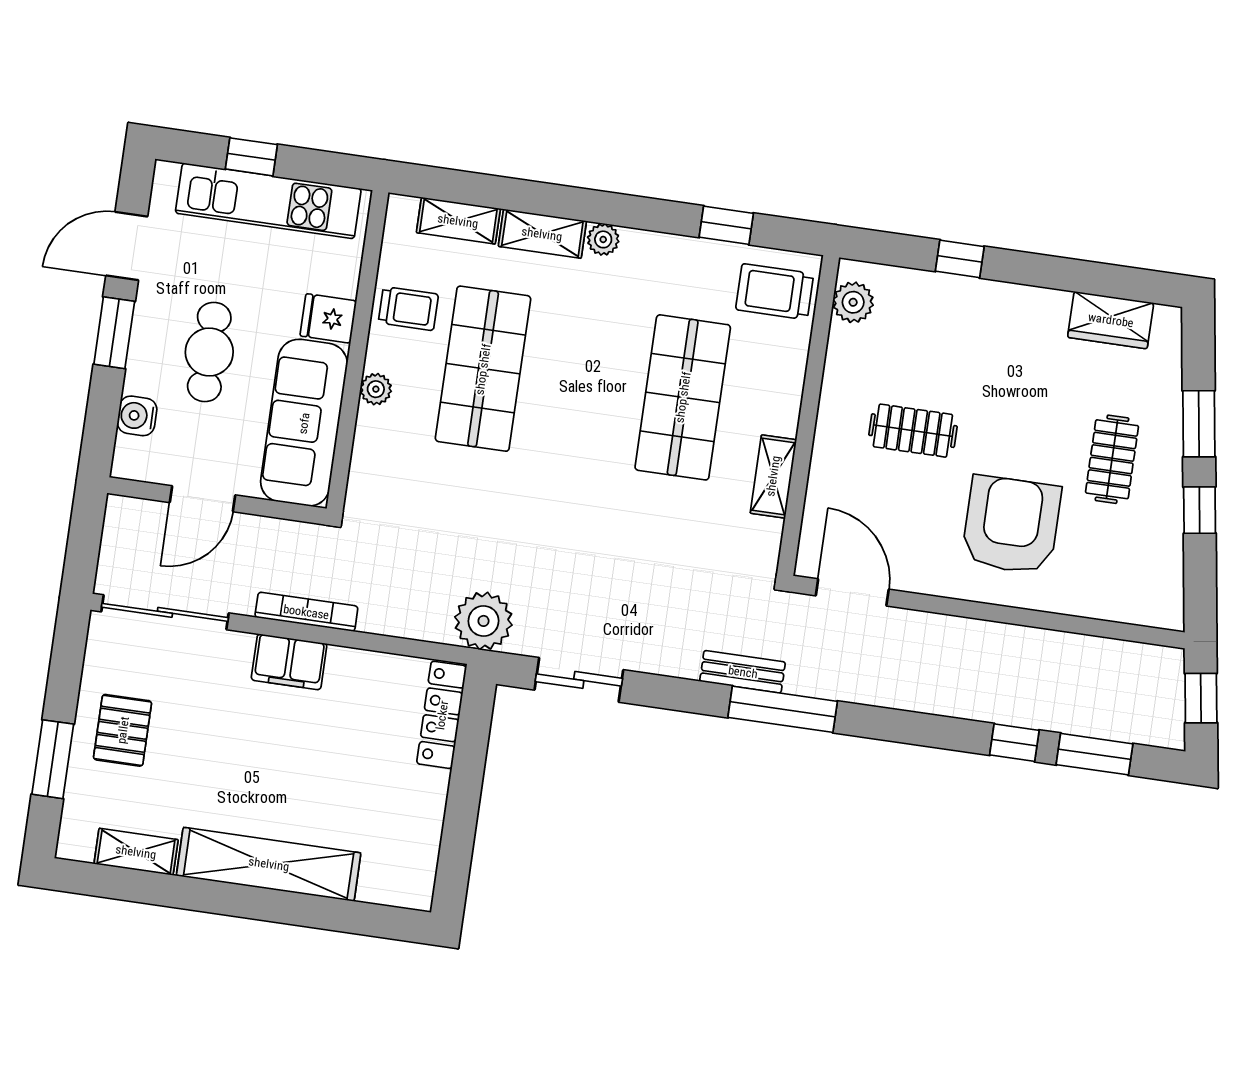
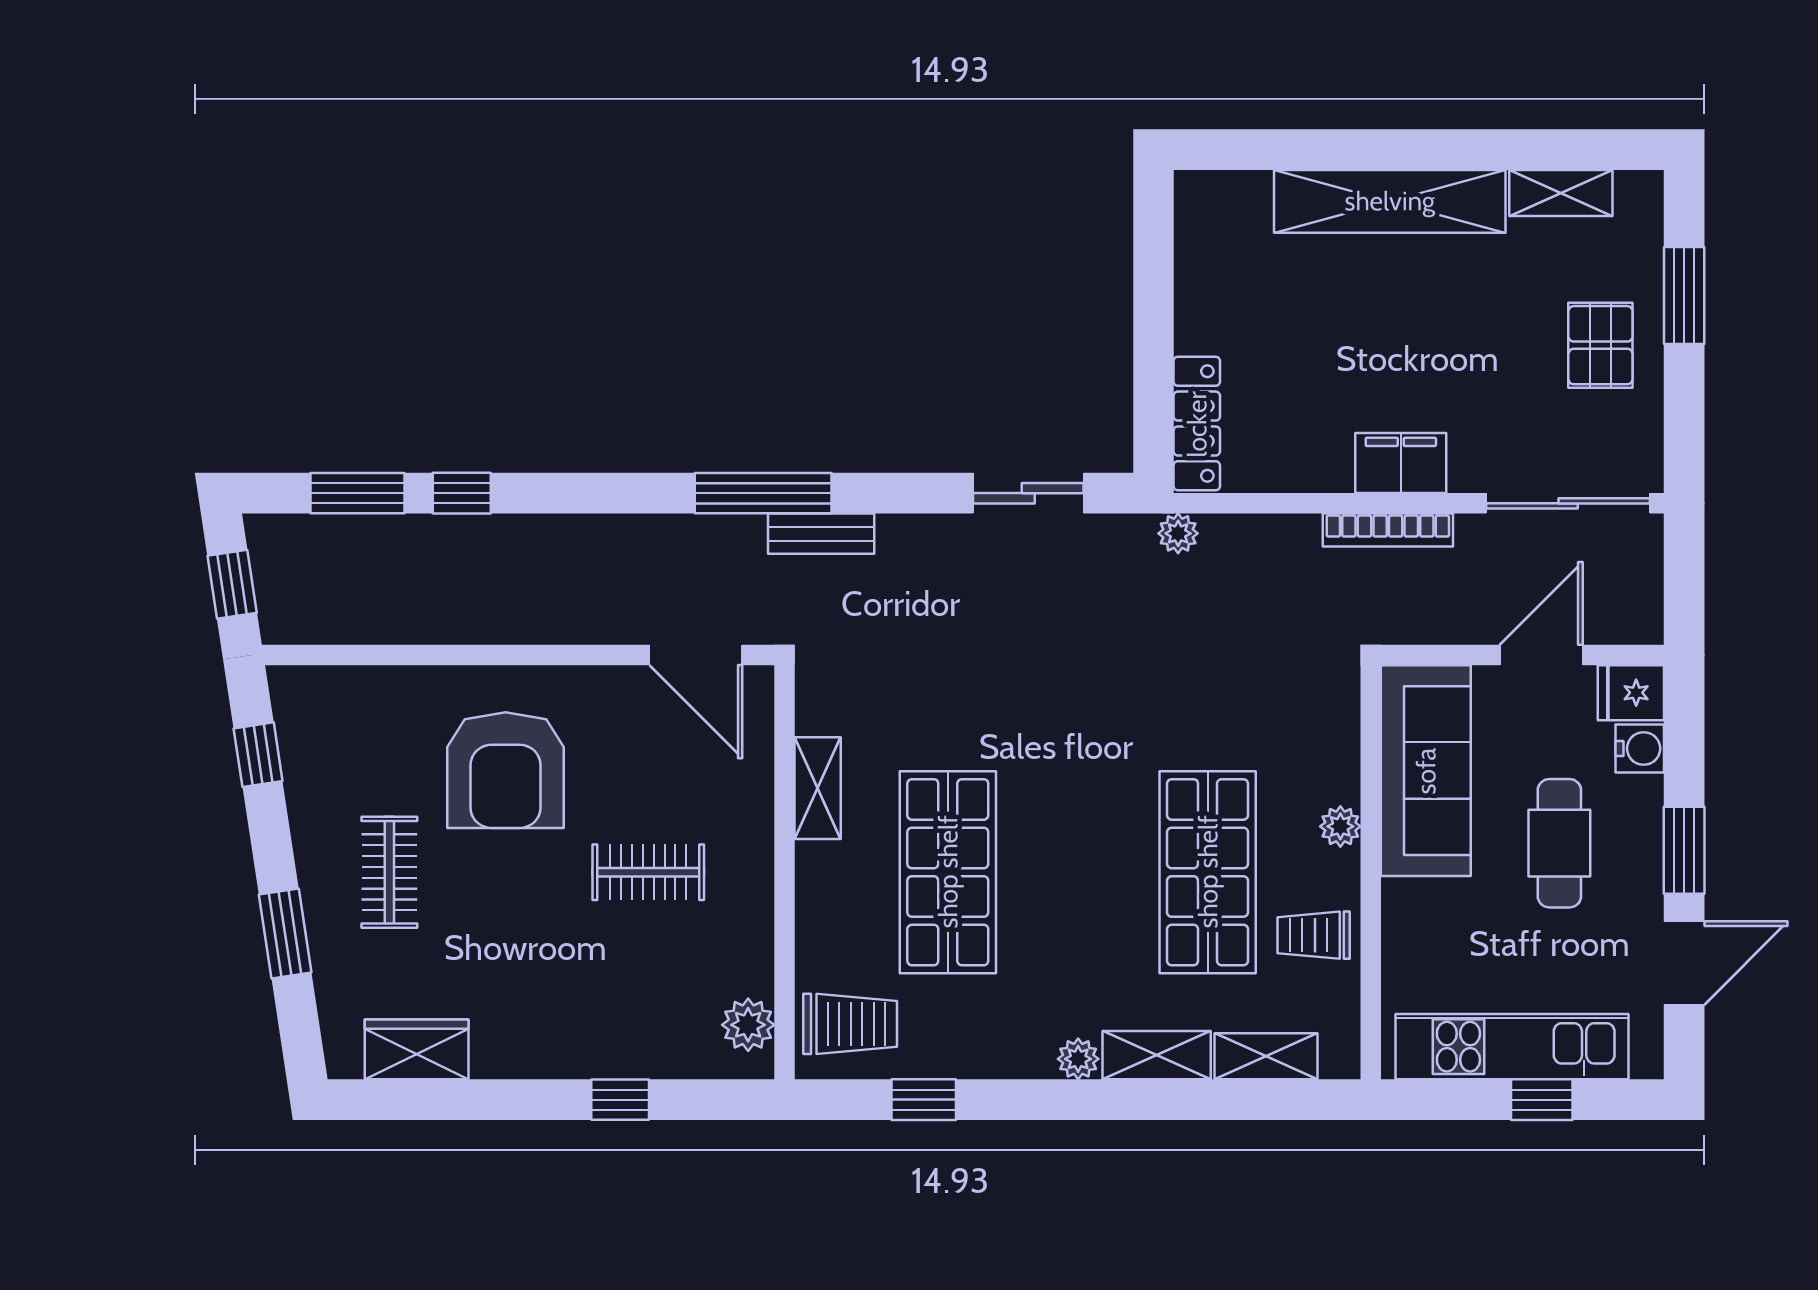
fridge: (328, 318) -> (1631, 693), moved, turned 180
window: (1200, 510) -> (258, 755), moved
plant: (483, 621) -> (1178, 533), width x0.53, depth x0.53

